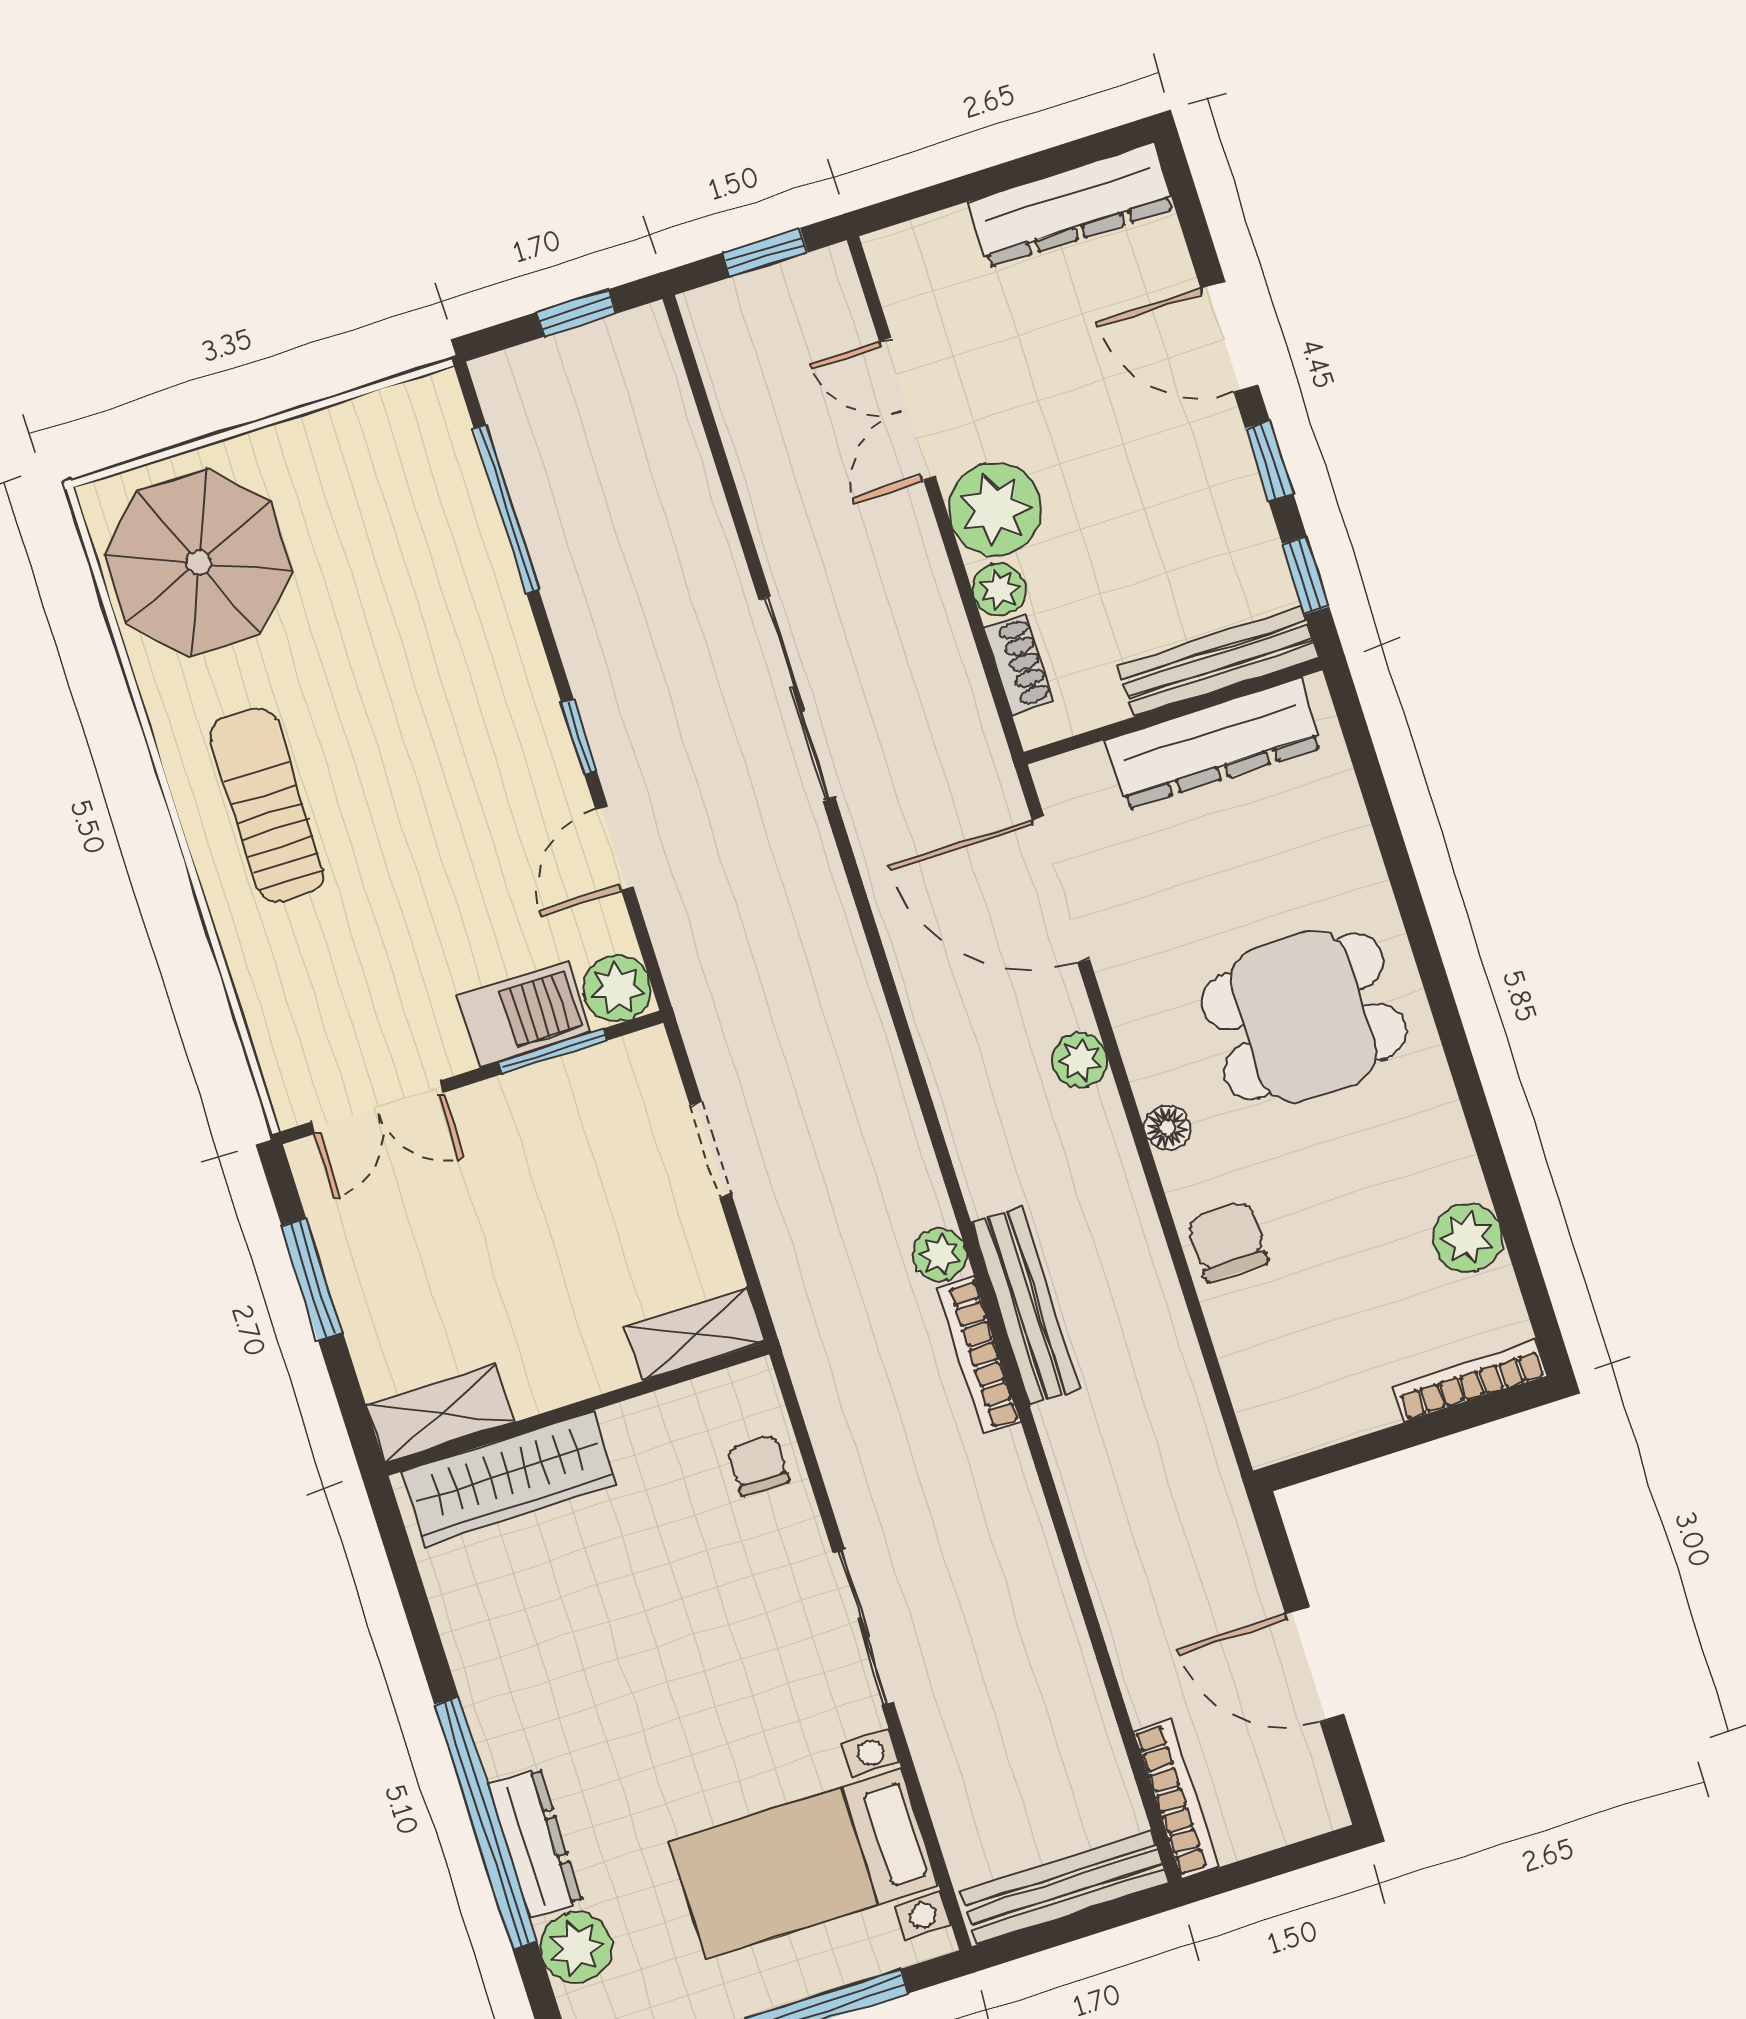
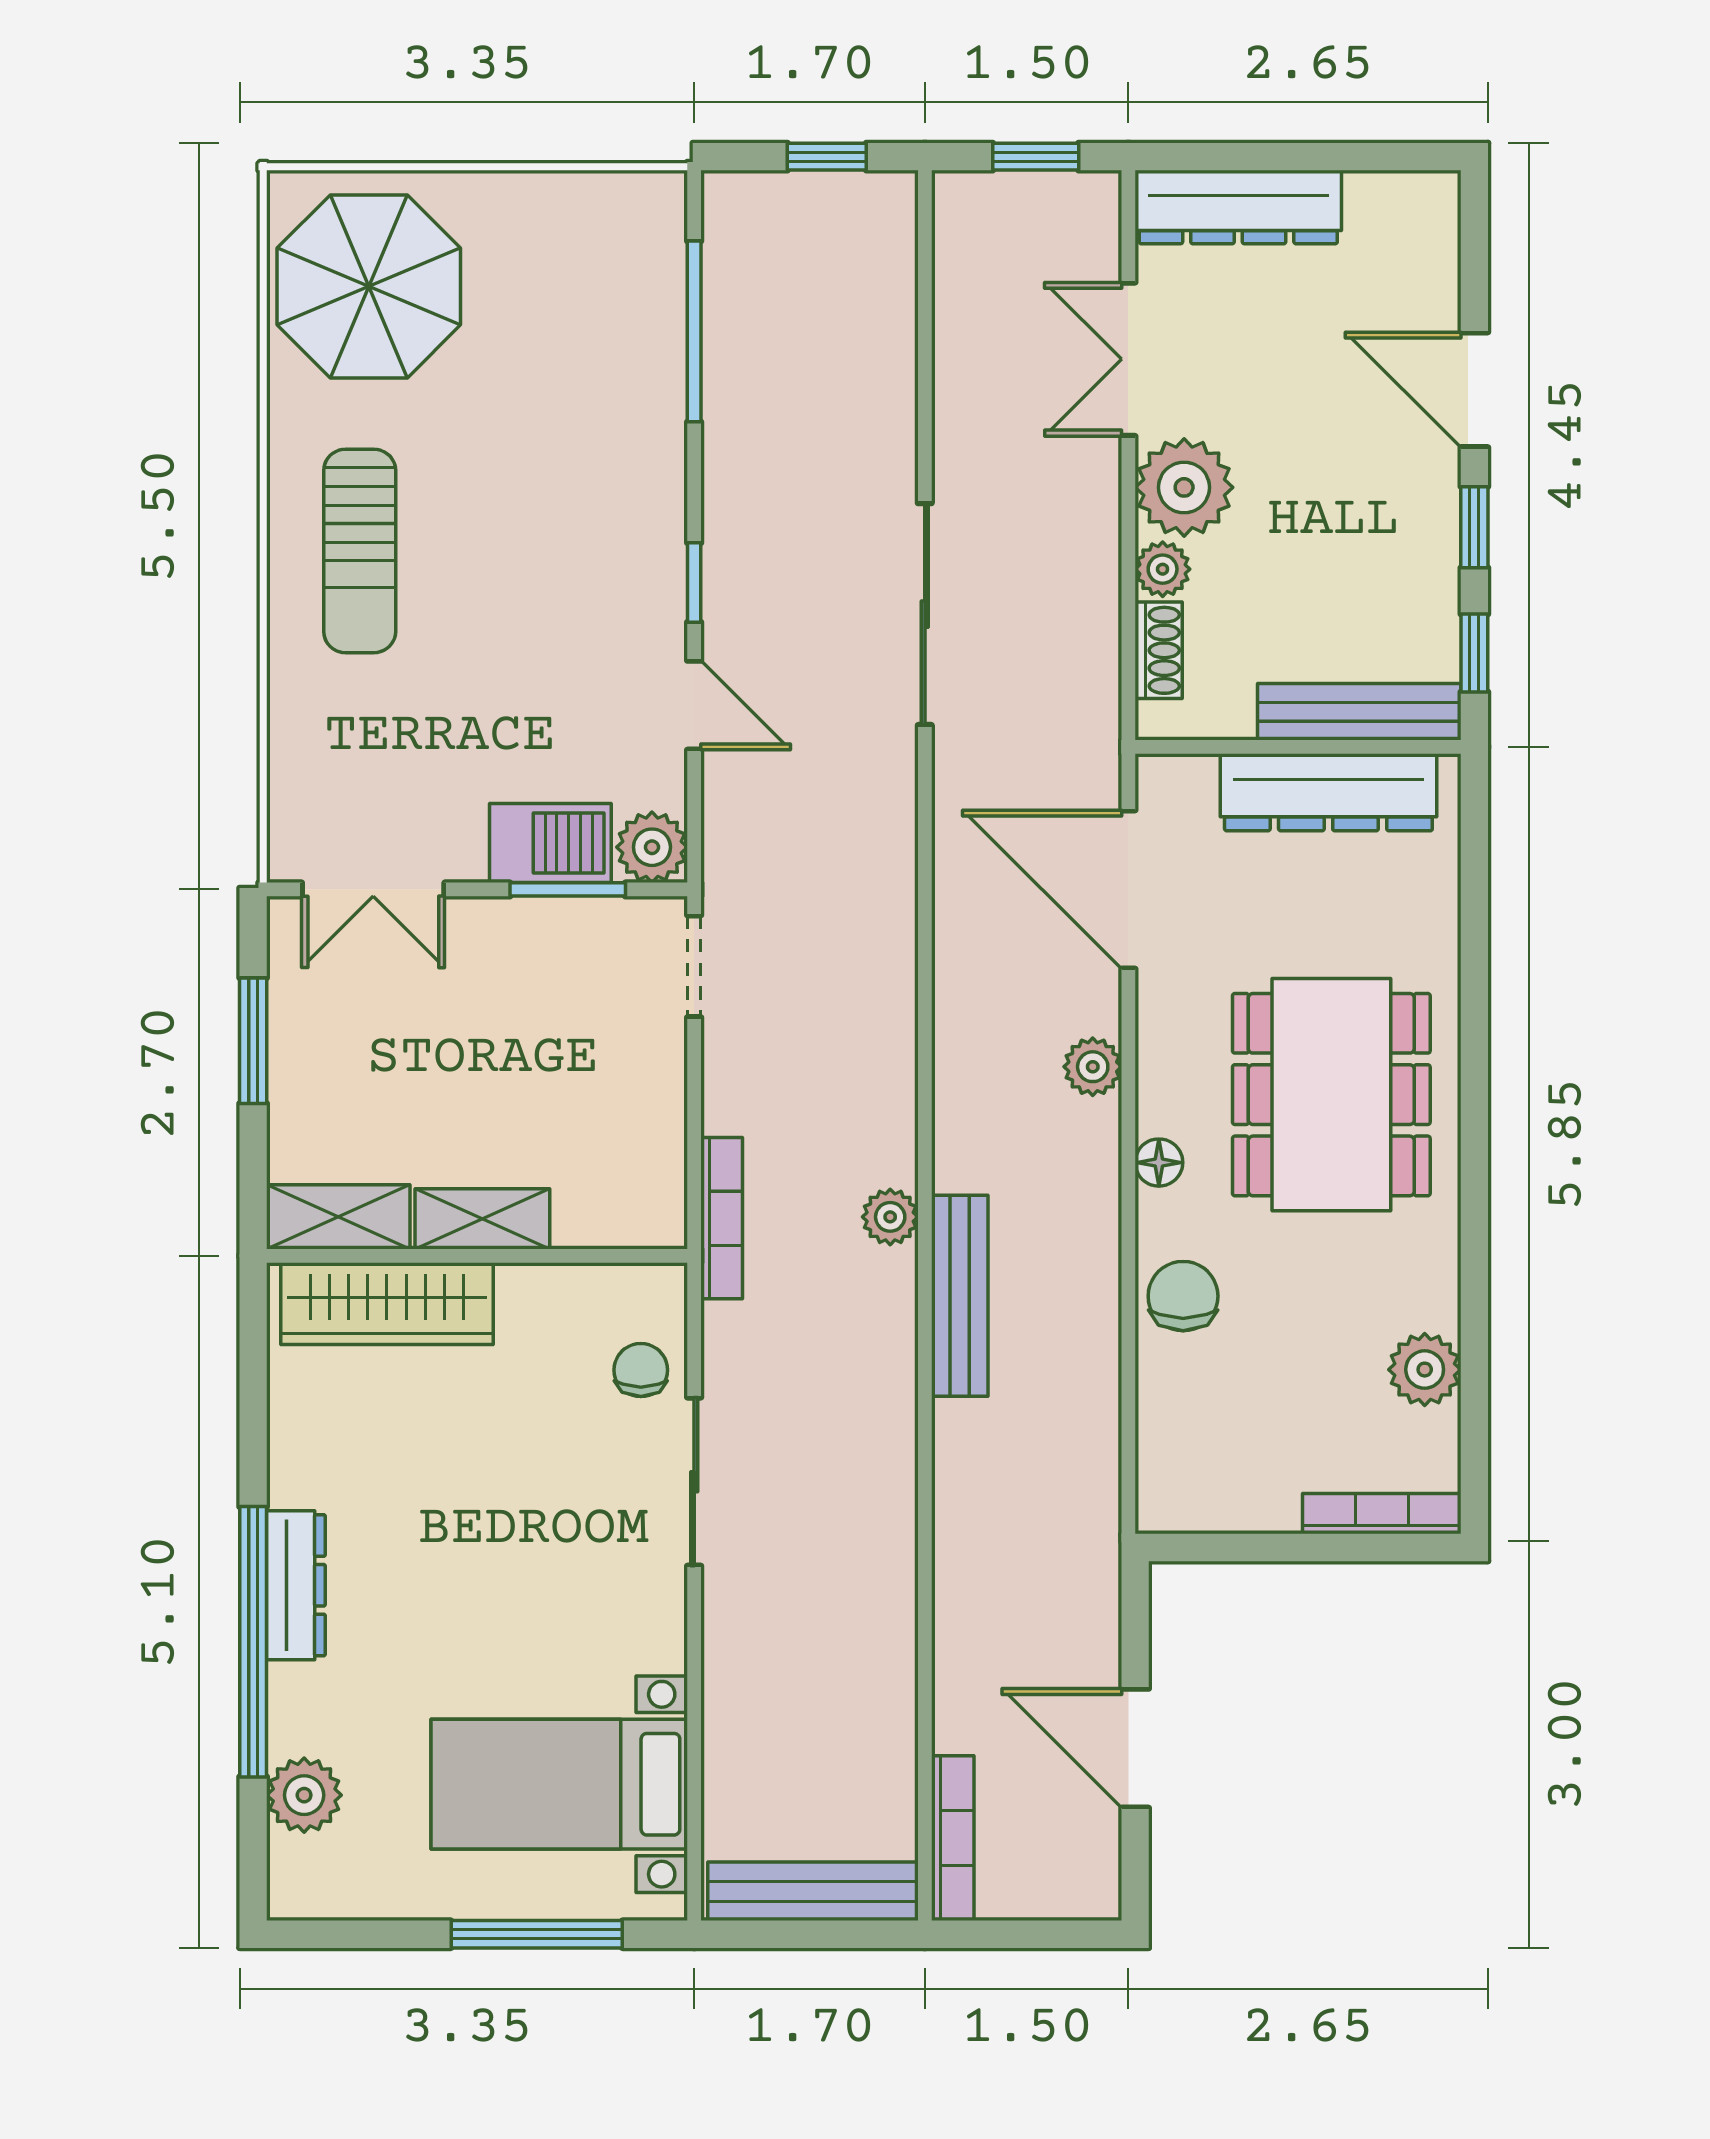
dresser: (1071, 205) -> (1238, 207), moved
sun lounger: (267, 805) -> (360, 551), turned 180
door: (614, 848) -> (694, 705), swing flipped
dining table: (1304, 1016) -> (1331, 1095), width x1.38
doorway: (711, 1150) -> (694, 966), moved
shelving: (696, 1334) -> (482, 1219), moved
bookcase: (979, 1356) -> (722, 1218), moved, turned 180
sliding door: (863, 1627) -> (694, 1482), moved
dresser: (535, 1843) -> (296, 1585), moved

